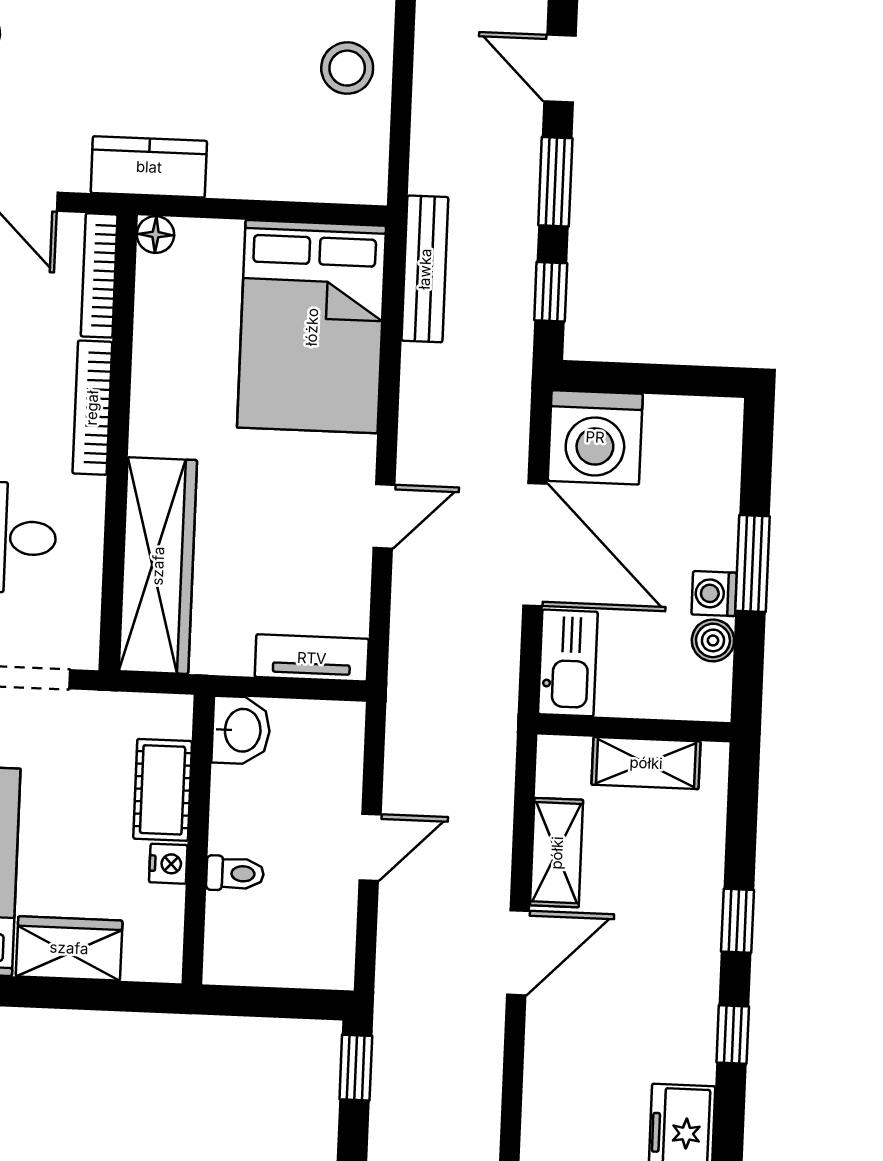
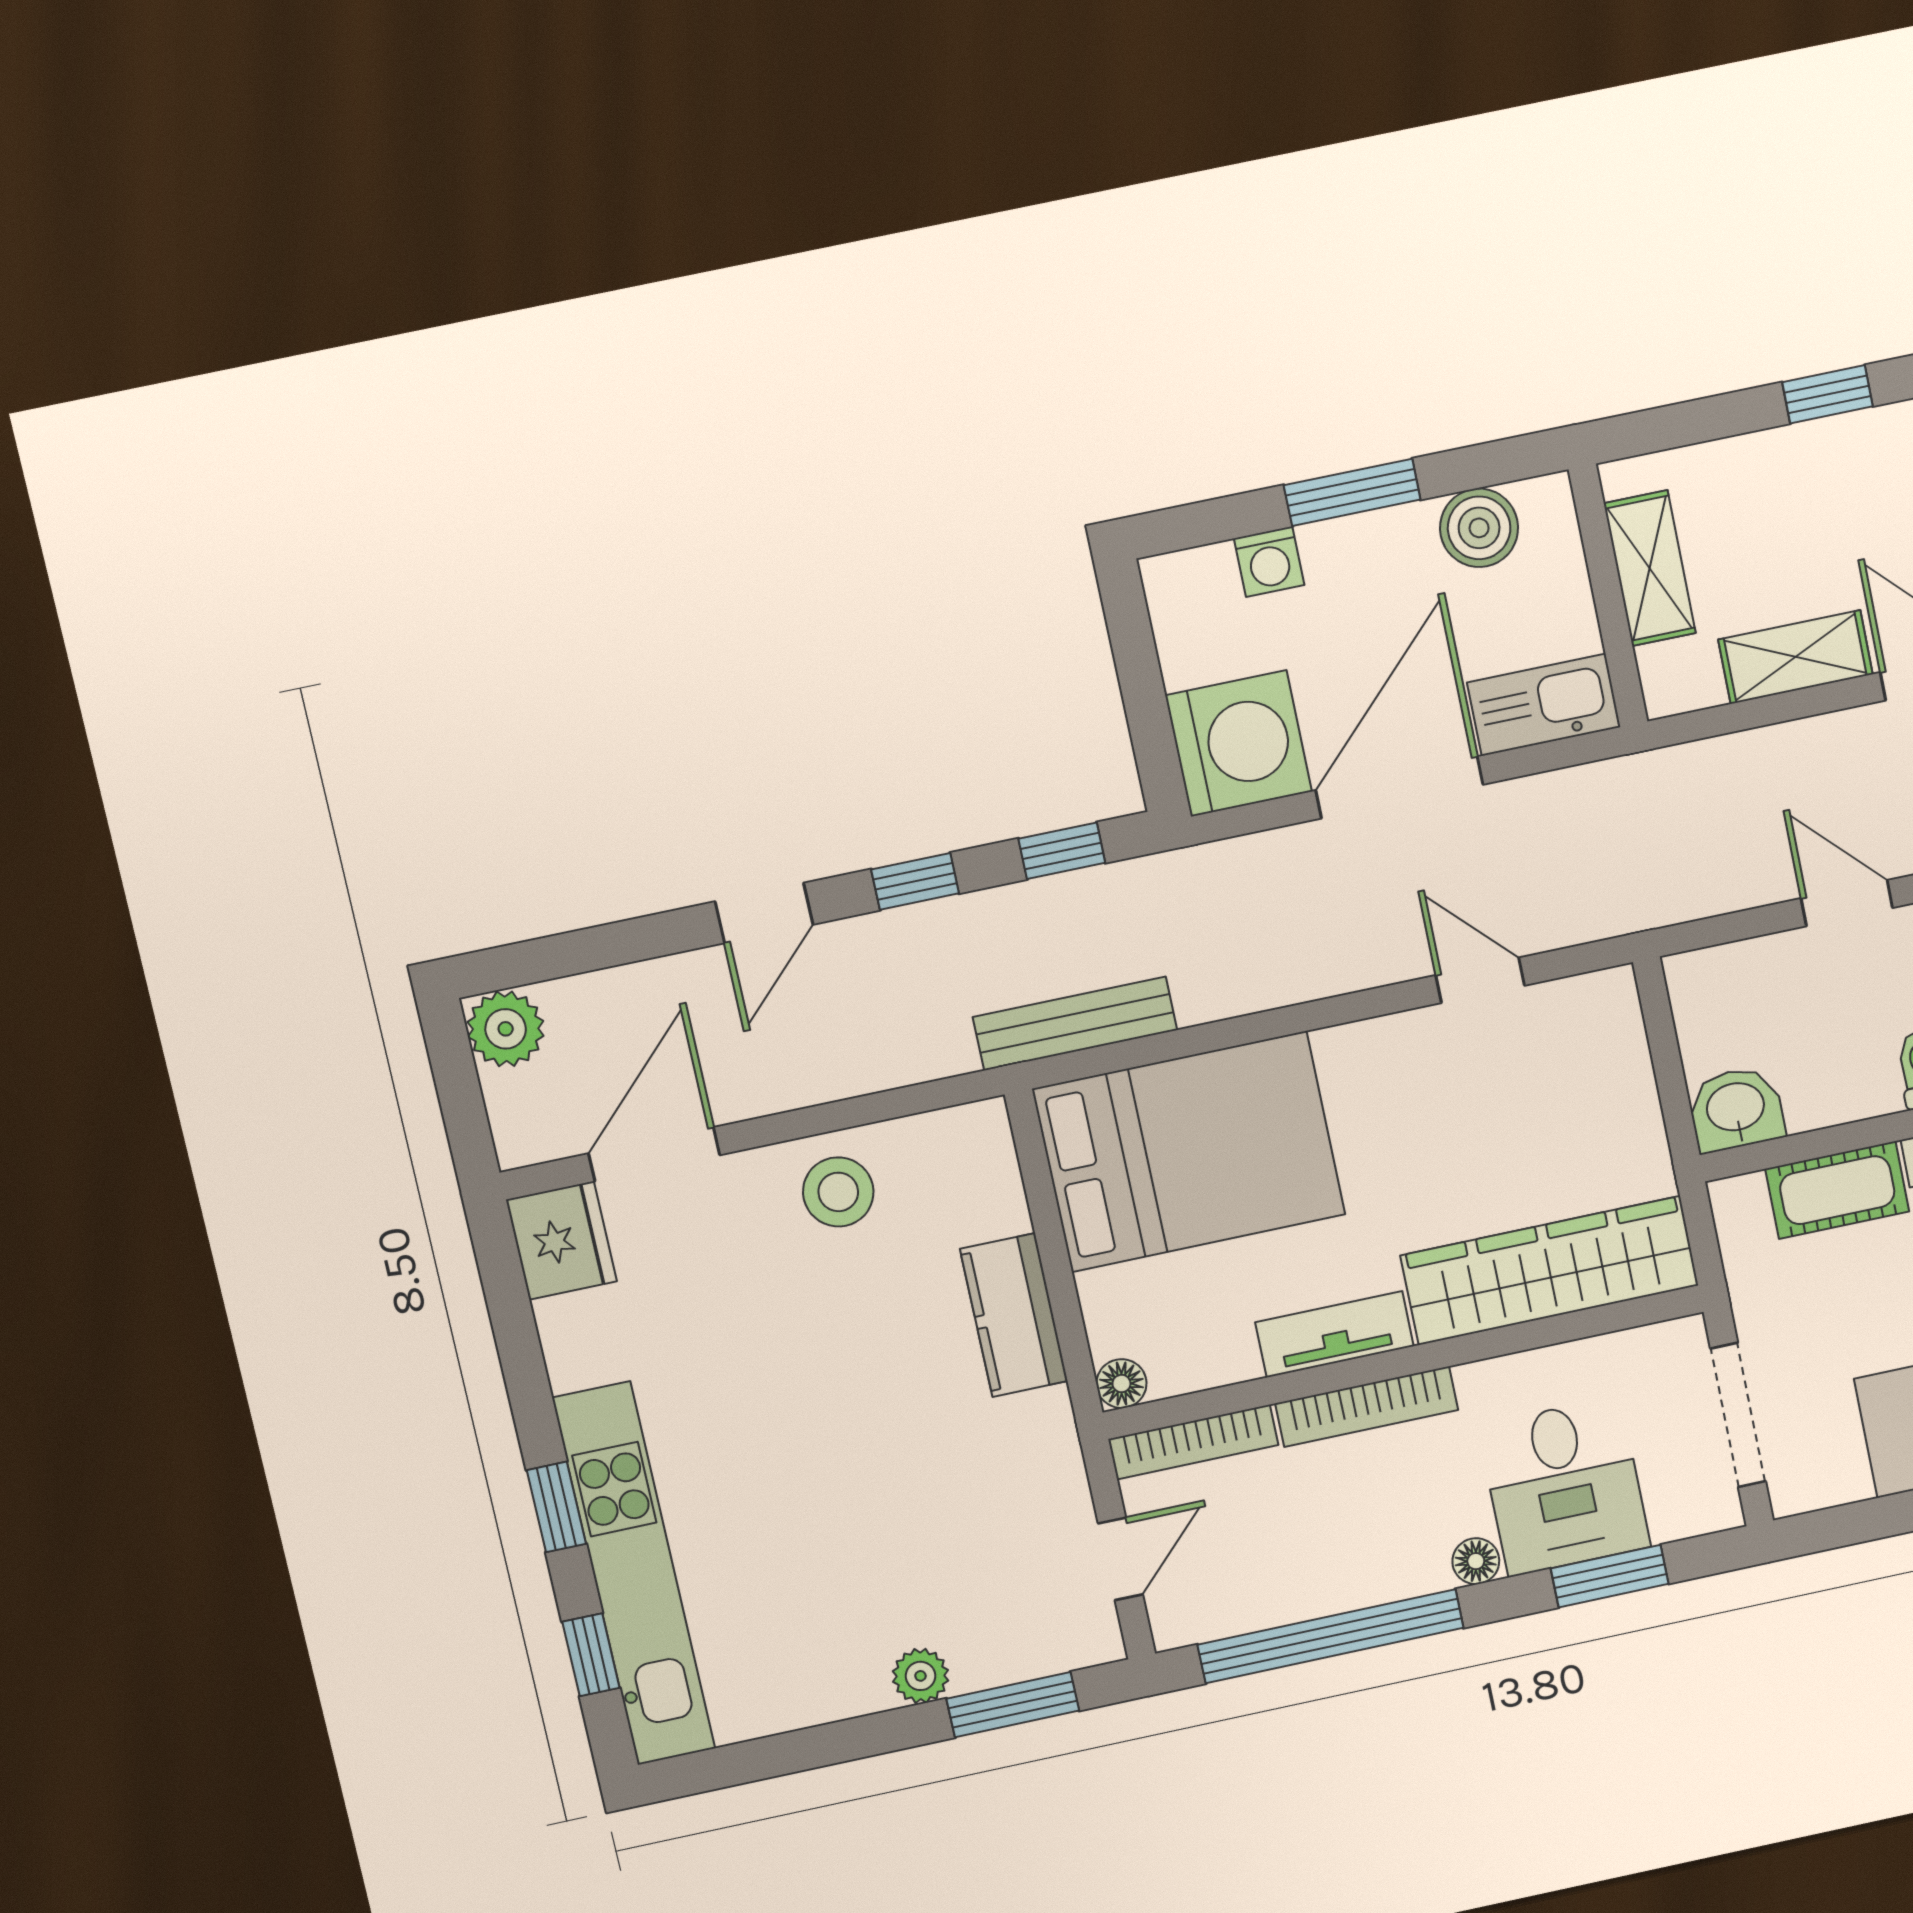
kitchen counter: (149, 167) -> (1014, 1315), moved
window: (555, 182) -> (915, 881), width x0.67
door: (384, 516) -> (1480, 980), moved
washing machine: (714, 594) -> (1269, 562), moved
boiler: (713, 640) -> (1479, 528), width x1.36, depth x1.36
tv unit: (312, 658) -> (1334, 1334), moved, turned 90

